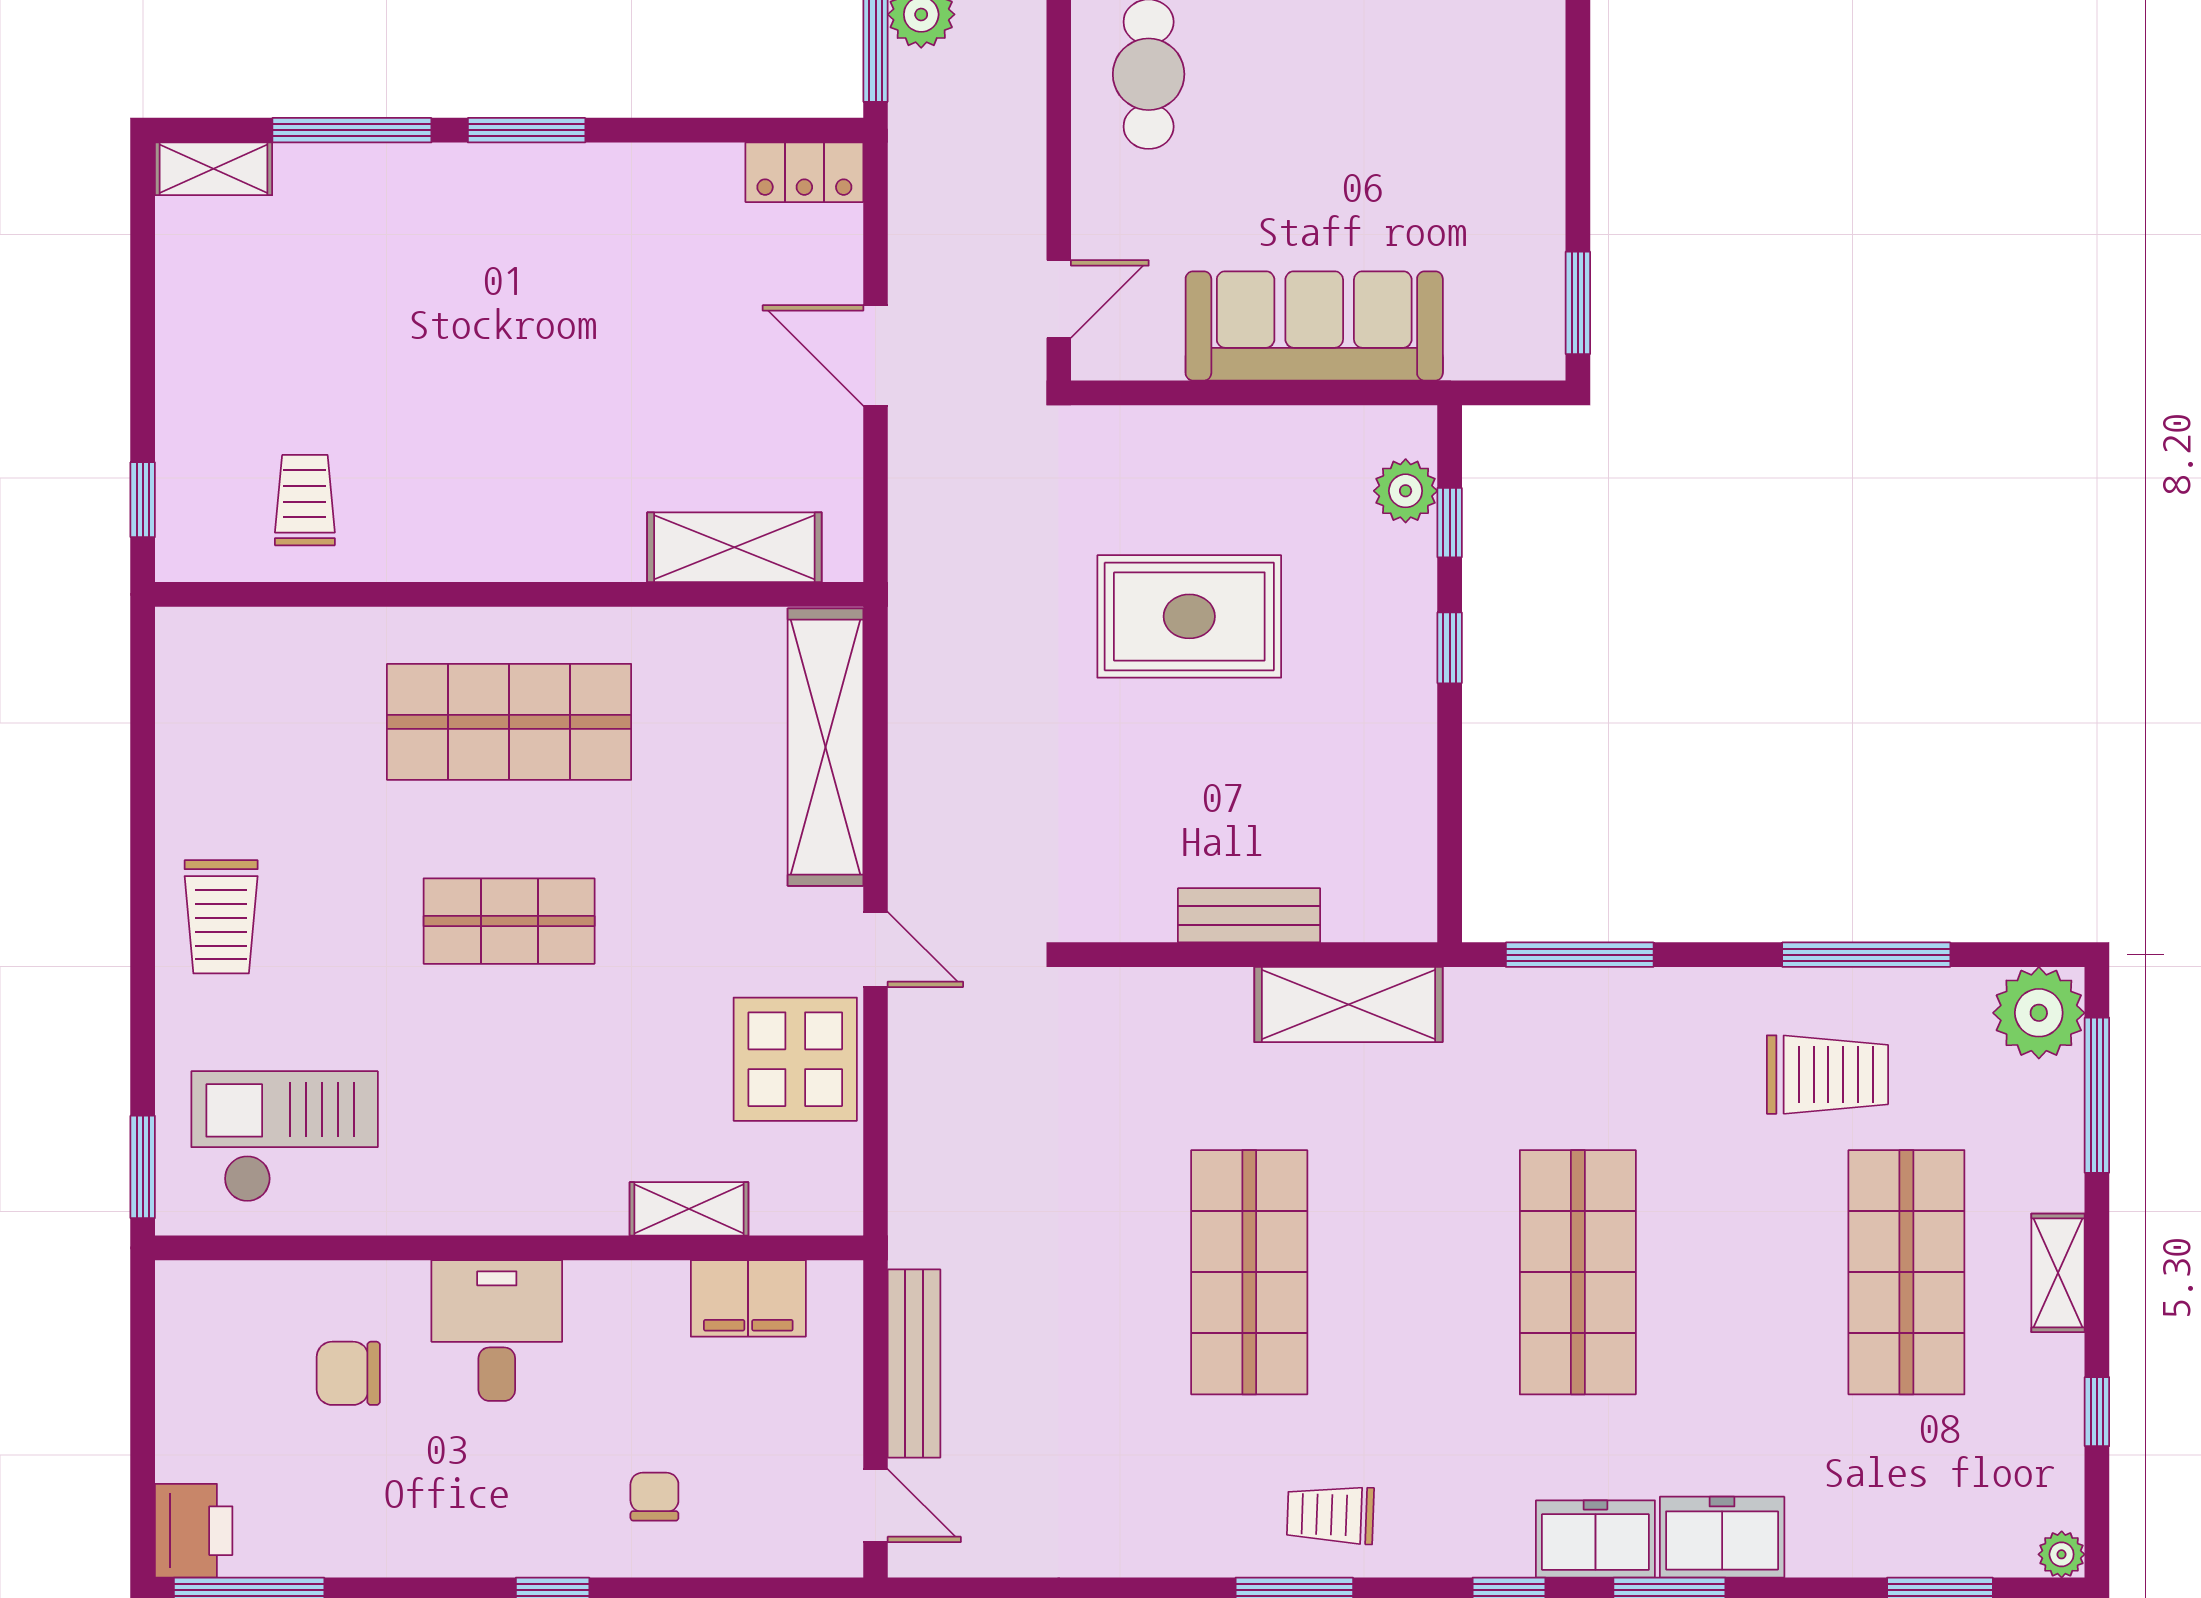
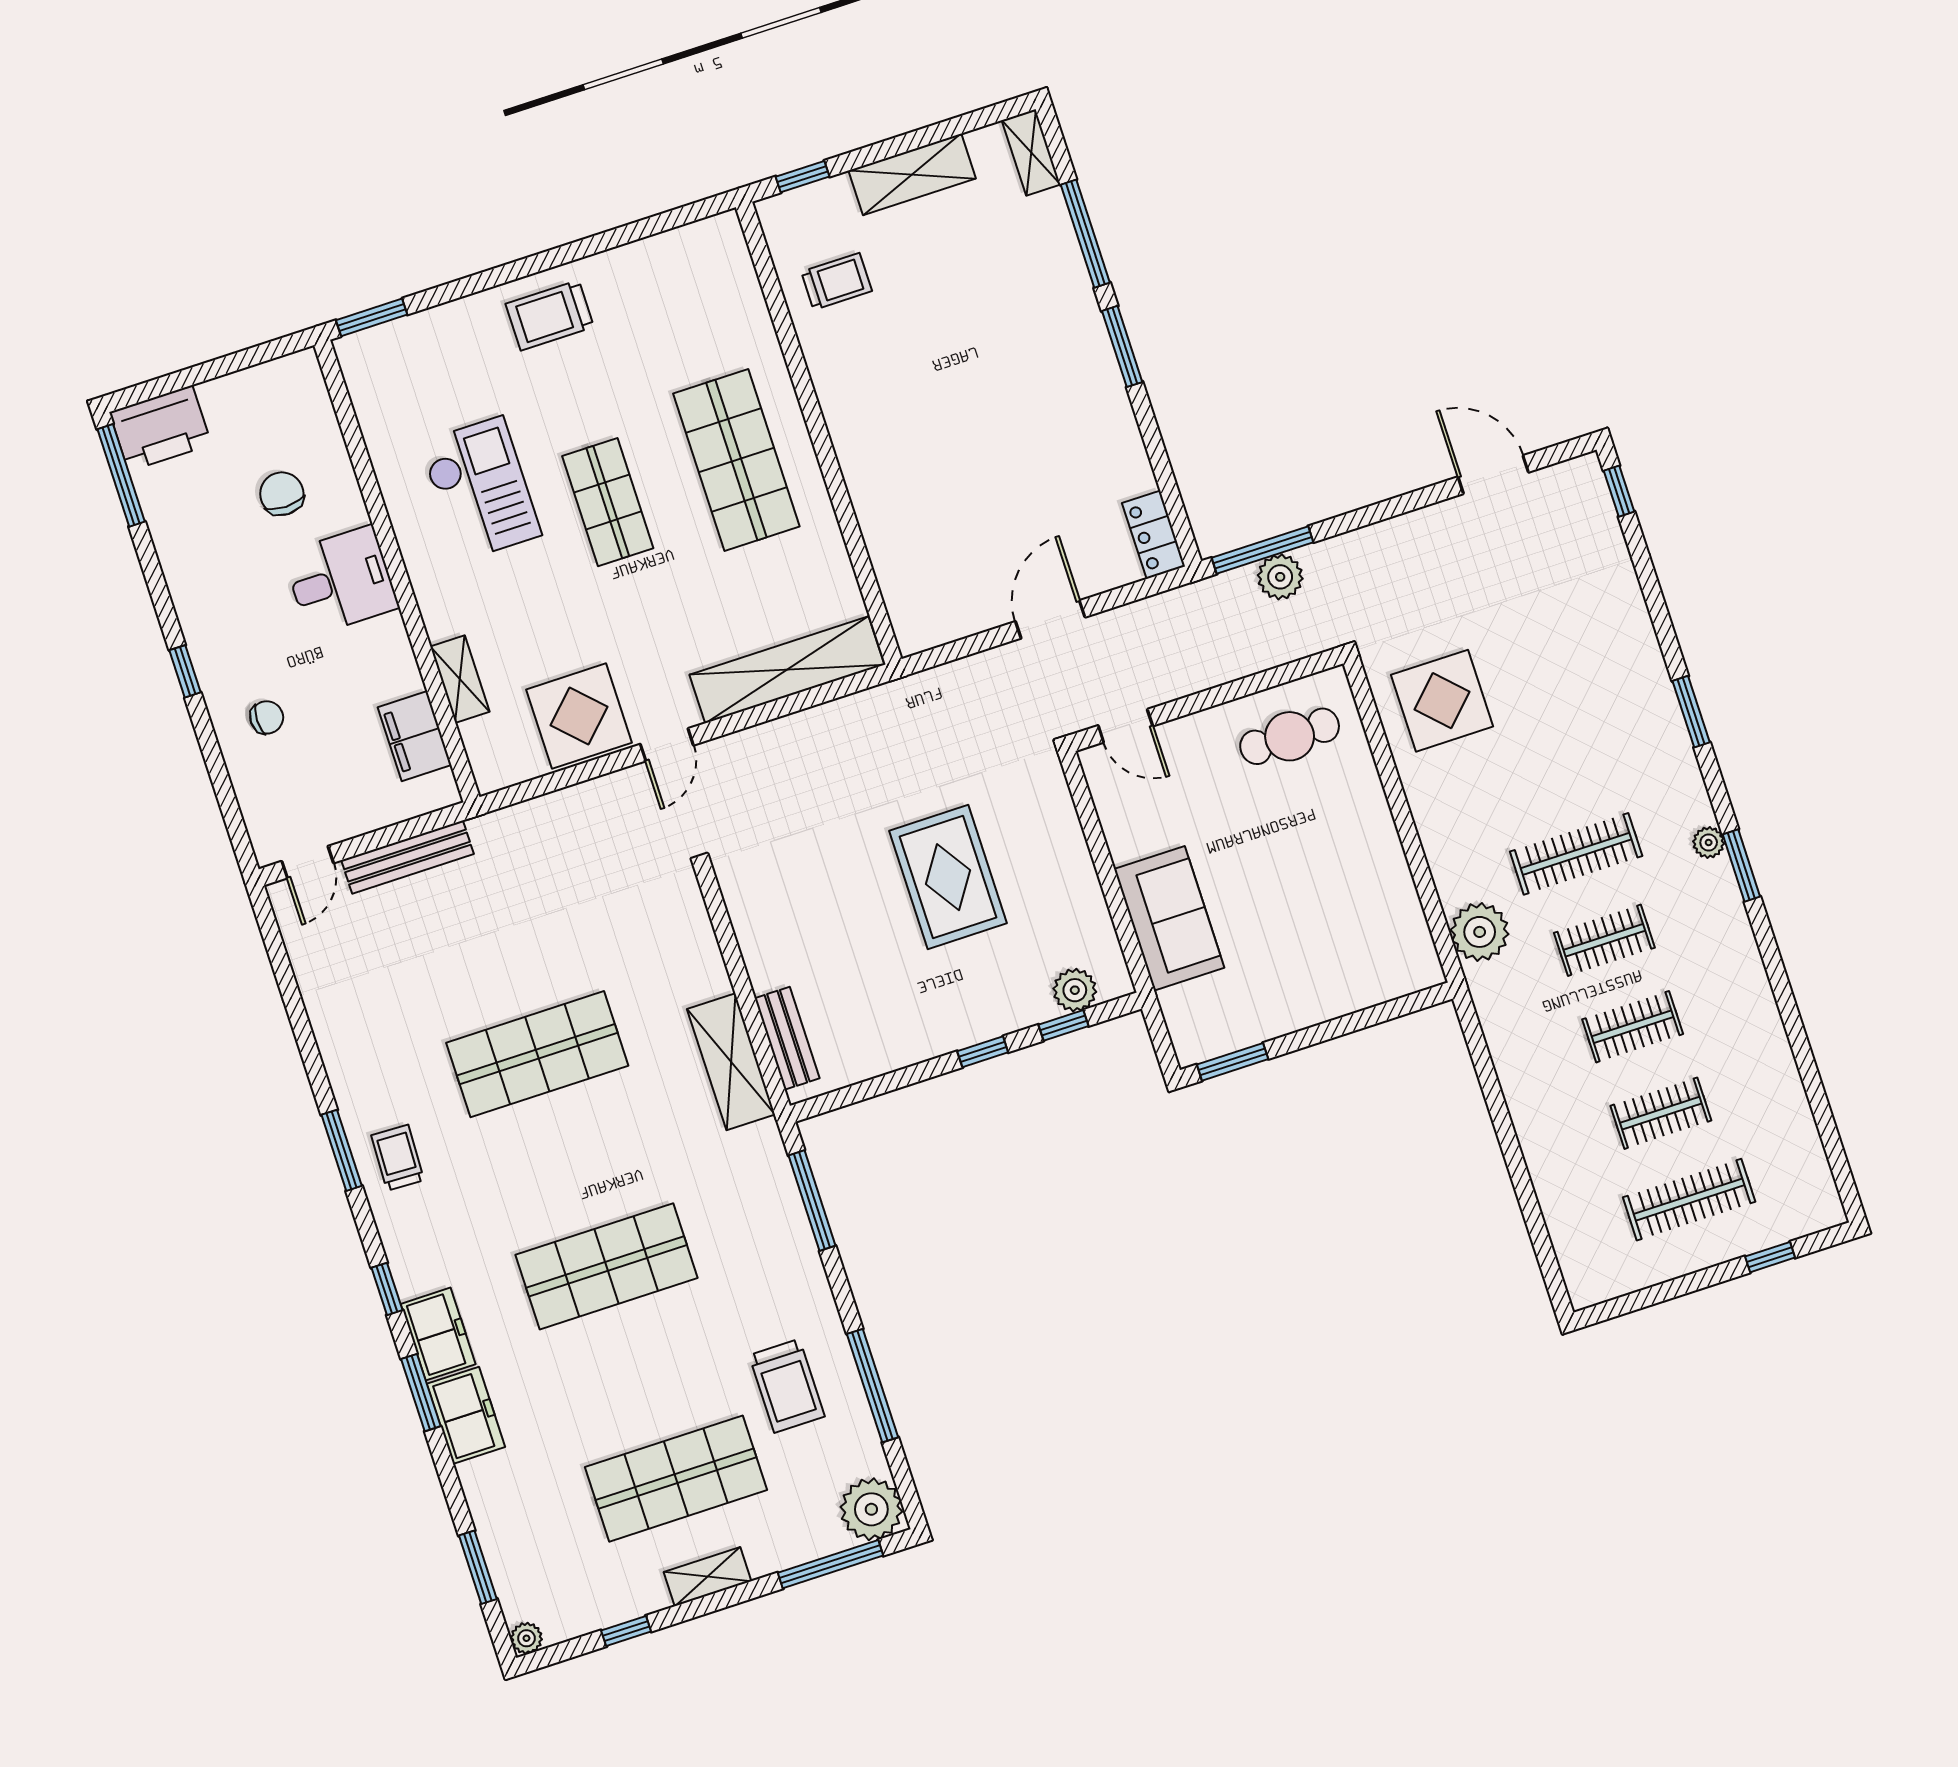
sofa: (1314, 326) -> (1169, 918), width x0.73
shelving: (734, 547) -> (912, 174), moved, turned 90
bench: (1249, 915) -> (787, 1038), moved
checkout: (285, 1137) -> (480, 489), moved
printer: (194, 1531) -> (160, 428), width x1.37, depth x1.19

